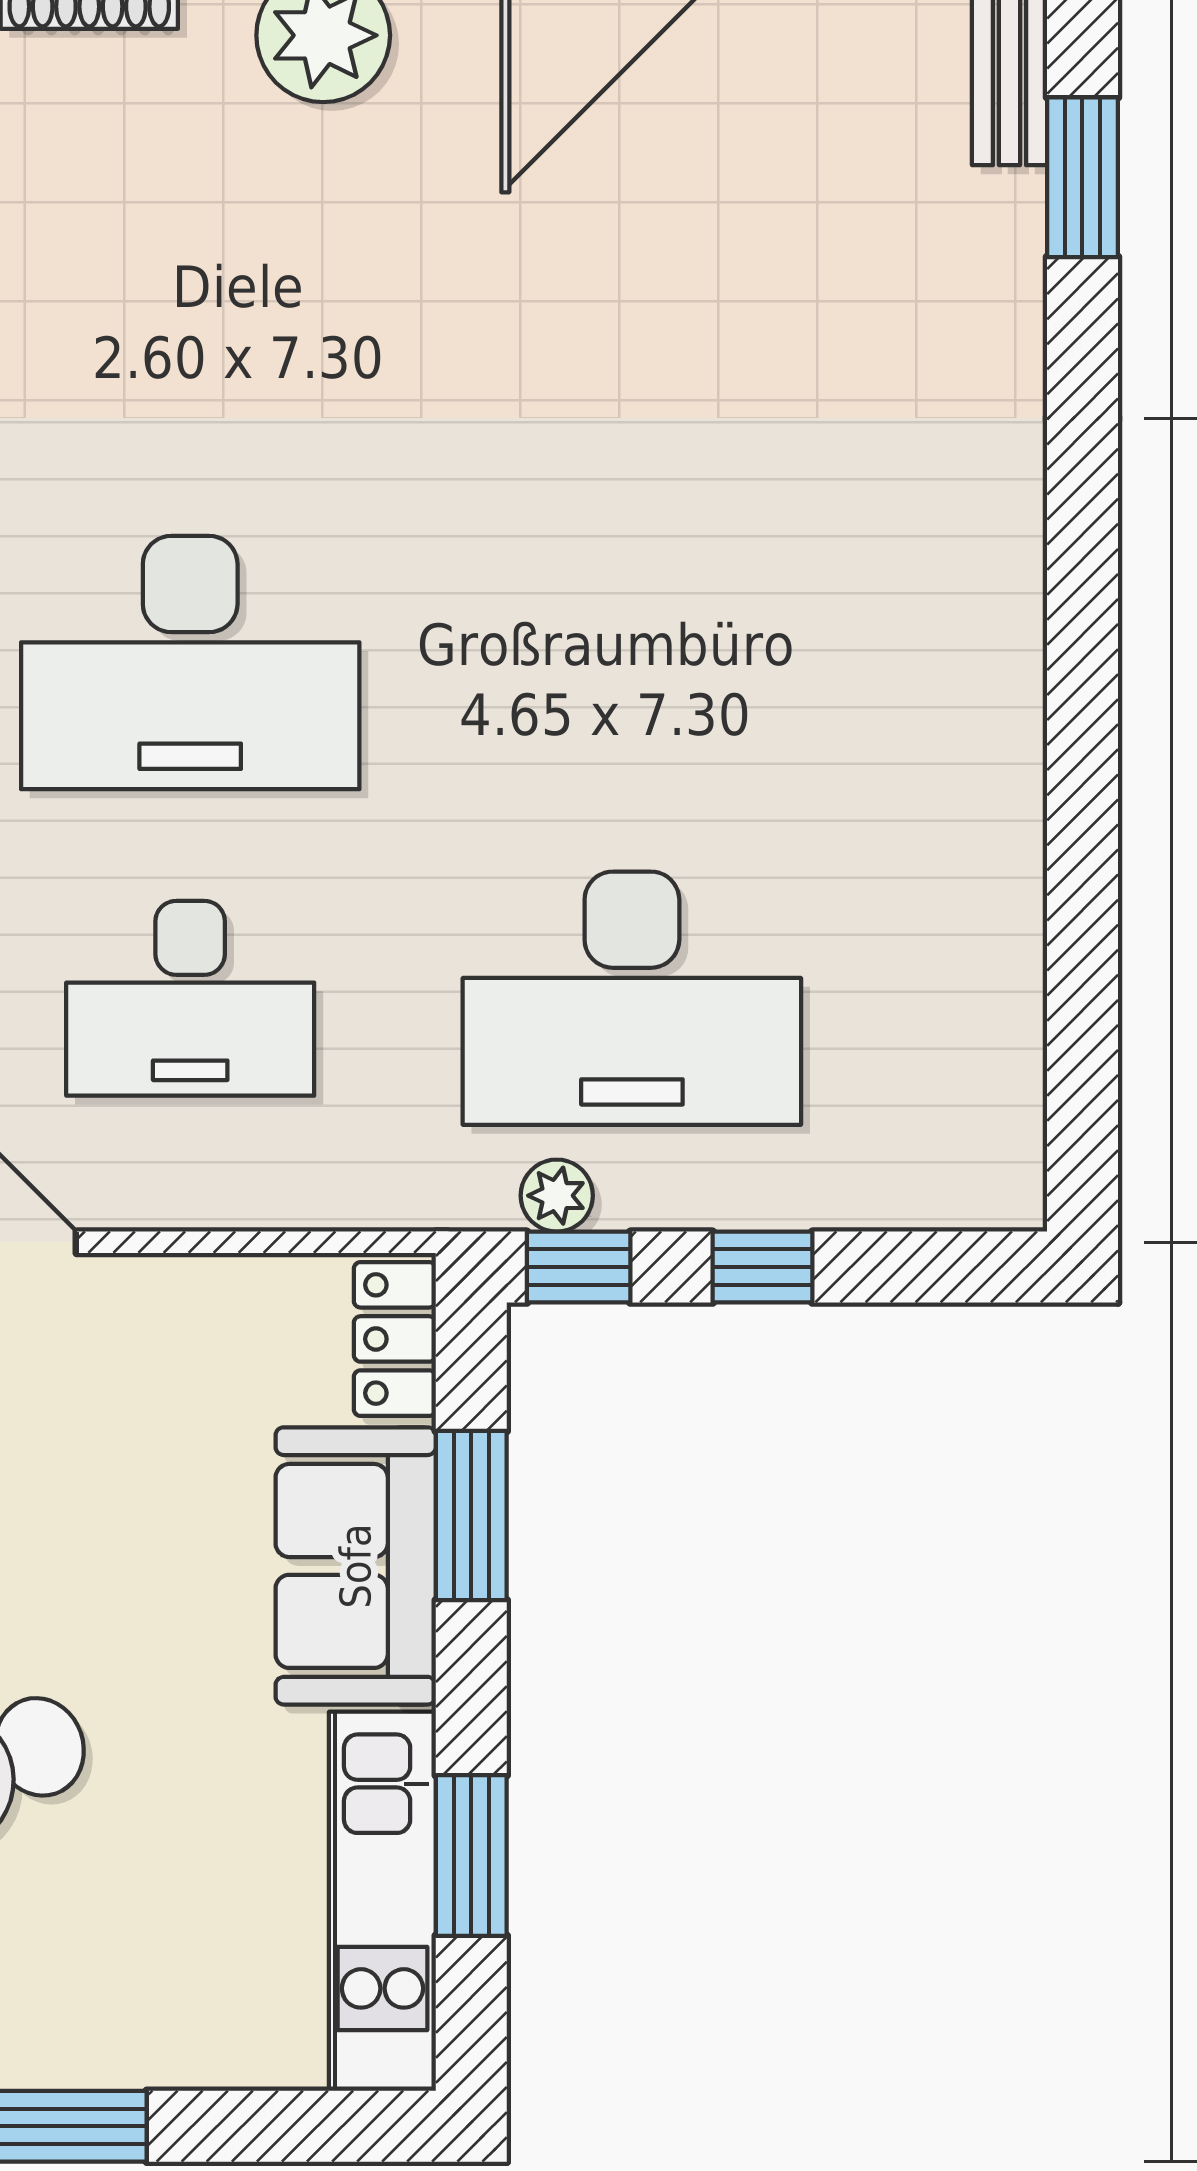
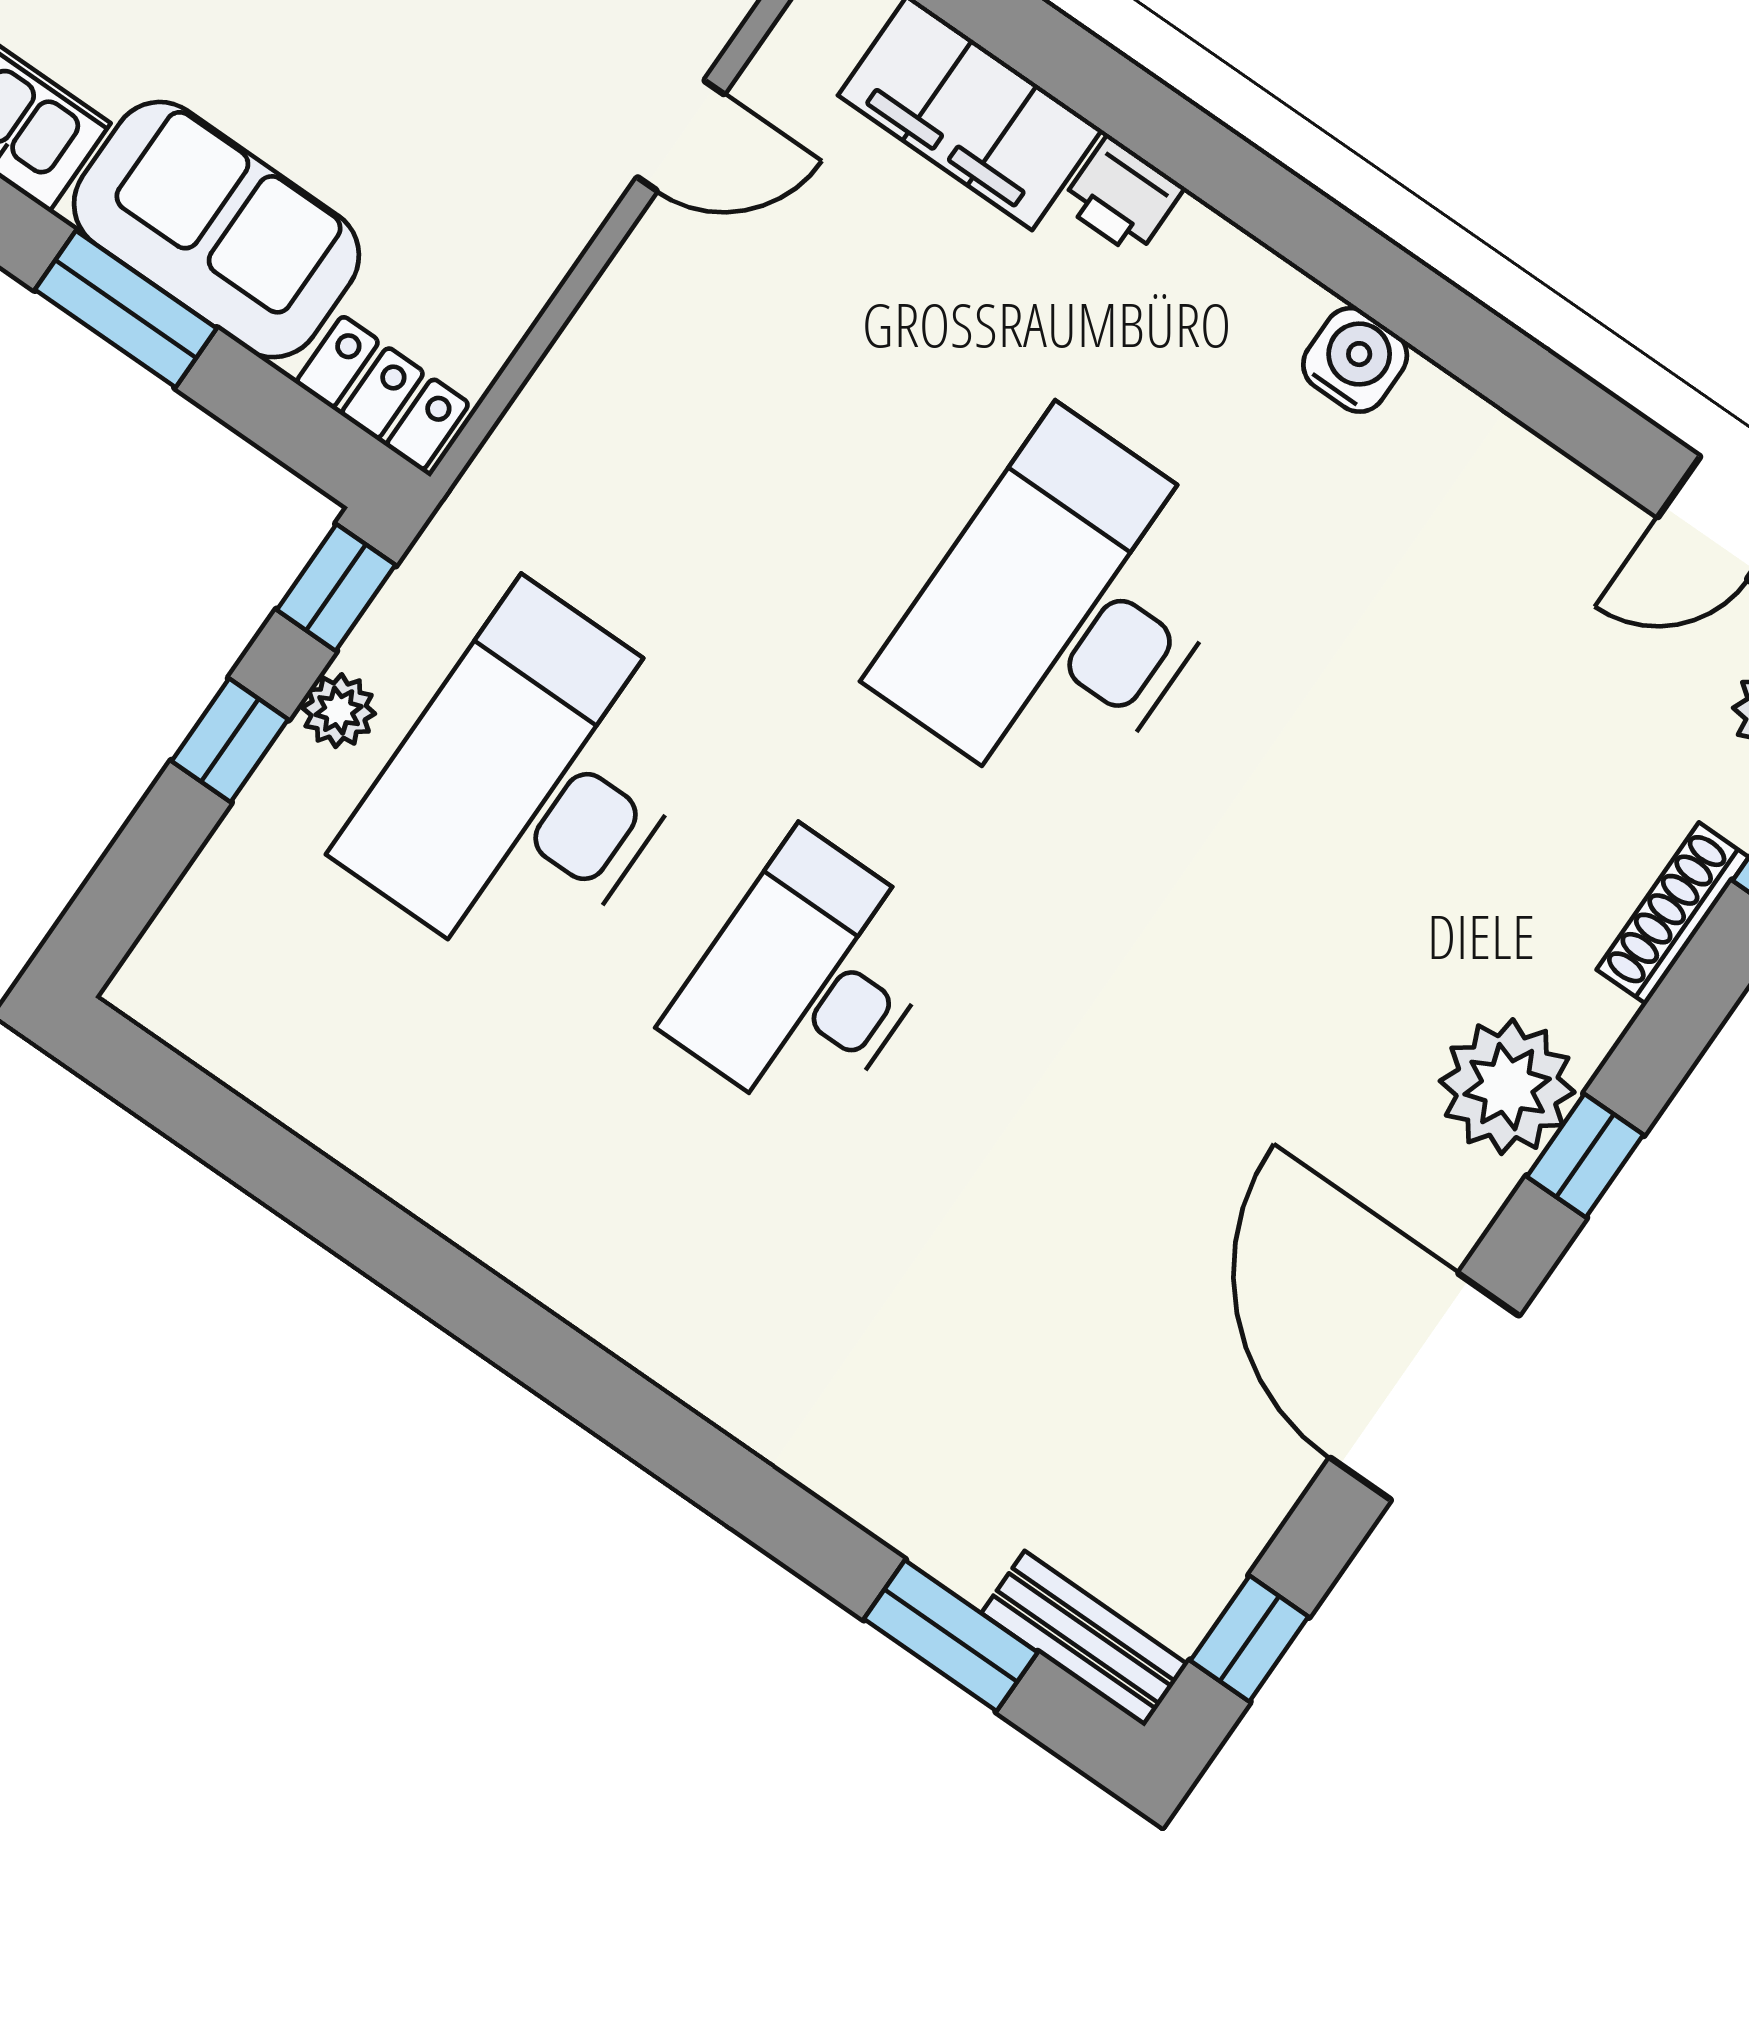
desk: (190, 998) -> (808, 981), moved
plant: (557, 1196) -> (339, 711), moved
window: (471, 1516) -> (126, 309), moved

